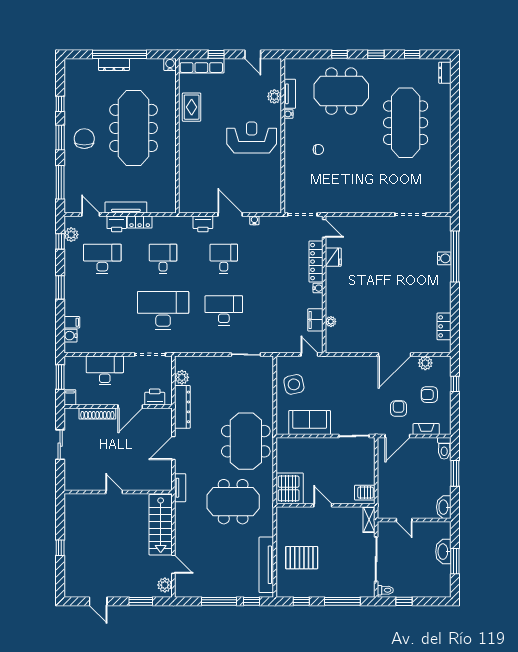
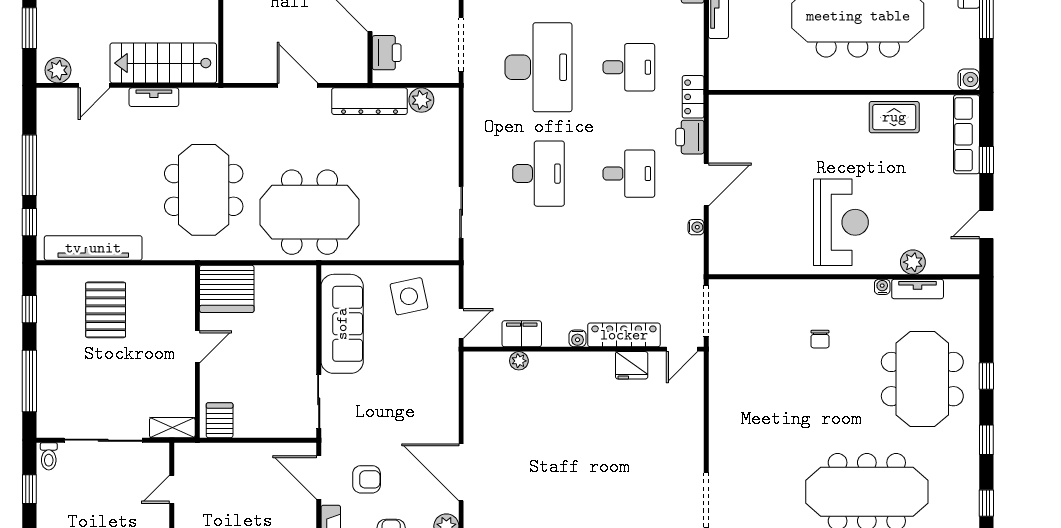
locker: (140, 222) -> (693, 97), moved
sofa: (310, 423) -> (342, 324), width x1.36
tv unit: (180, 488) -> (154, 97), moved

